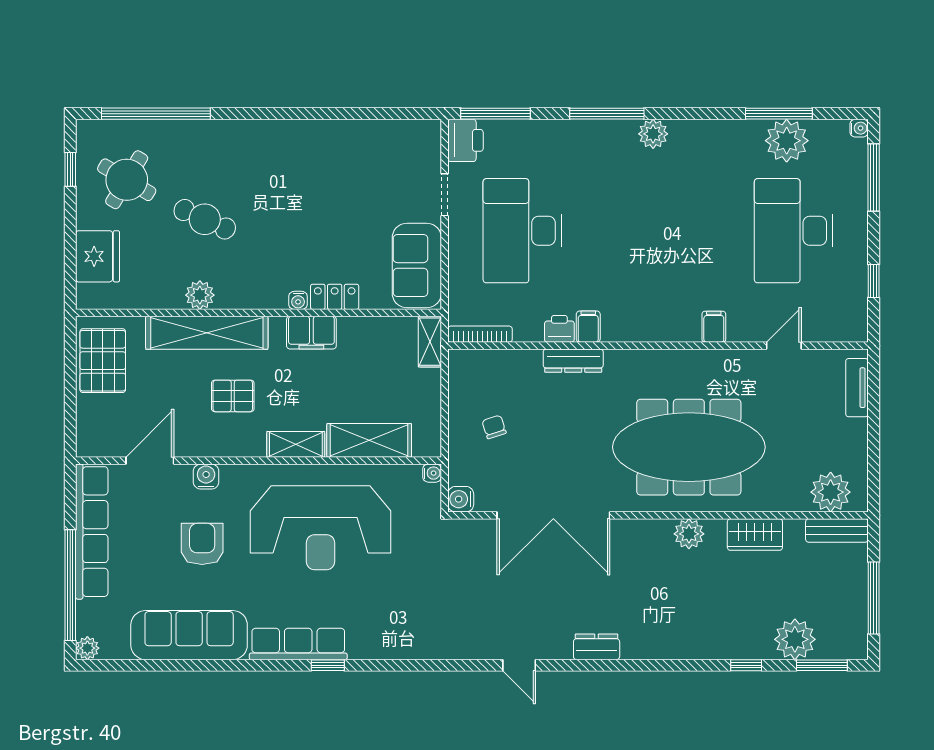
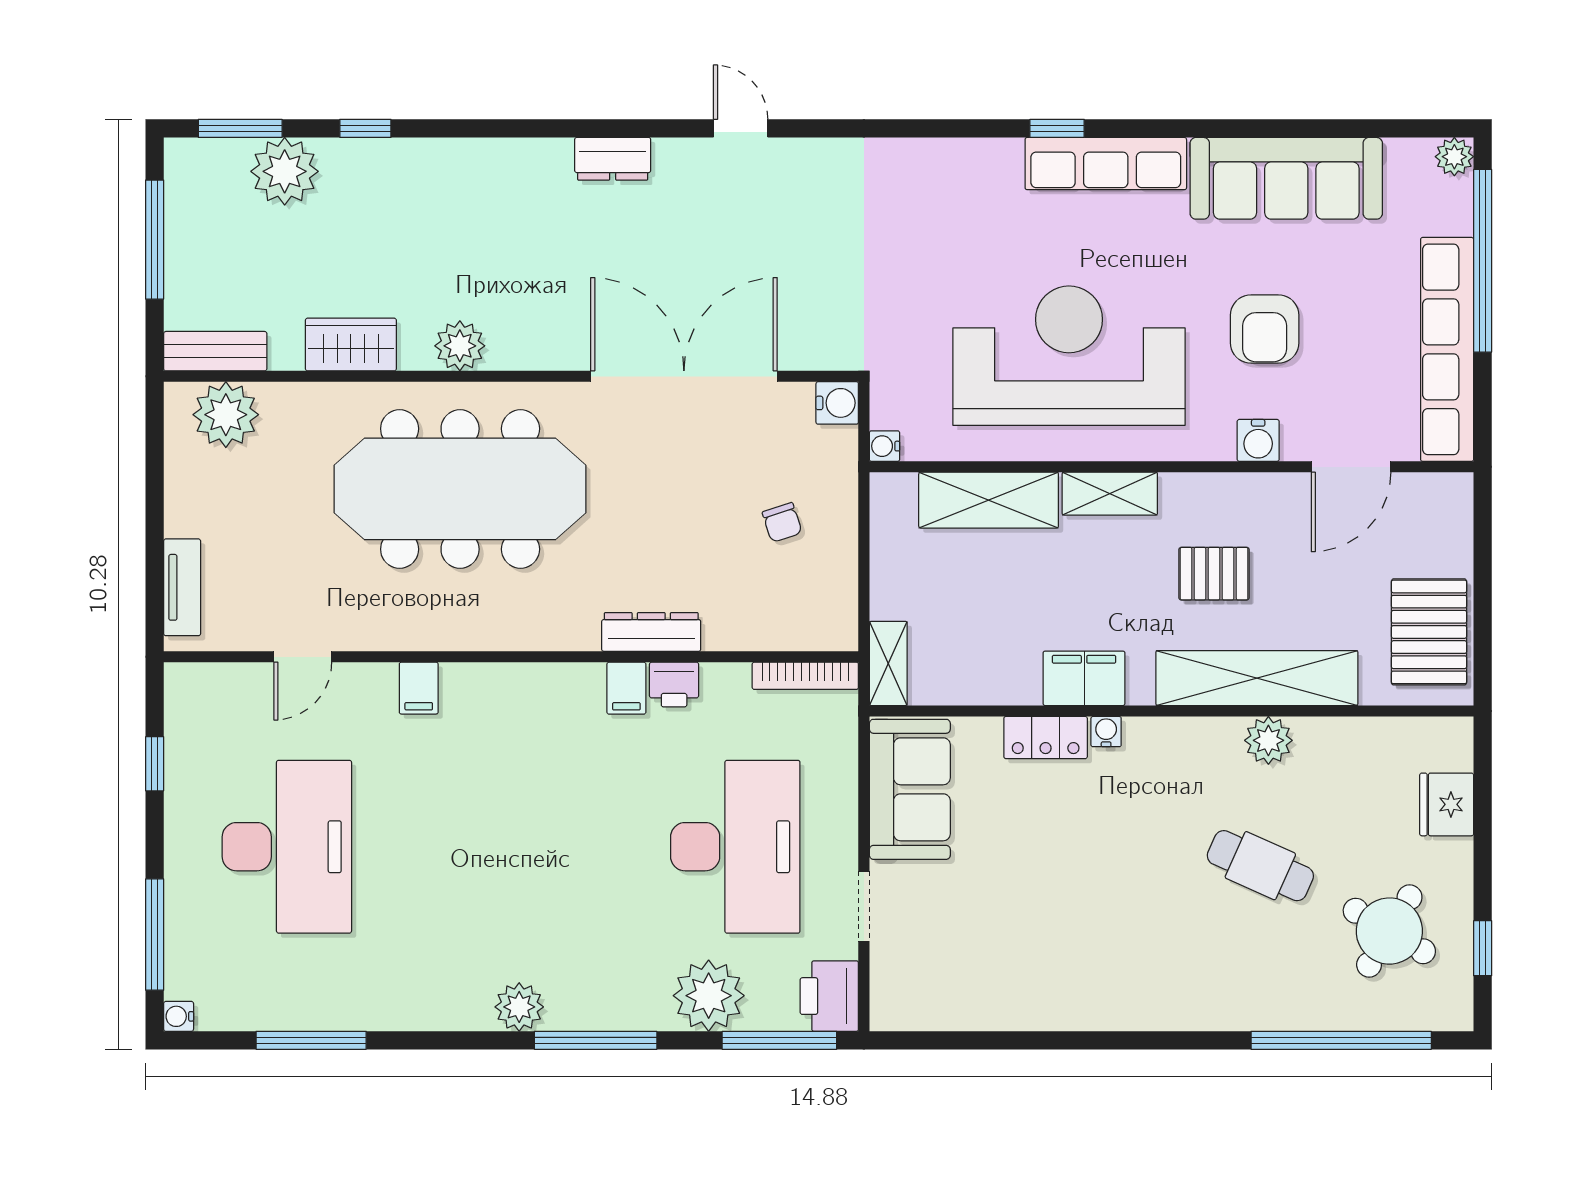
plant: (787, 141) -> (709, 996), moved
fridge: (98, 256) -> (1447, 804), width x0.73, depth x0.75

